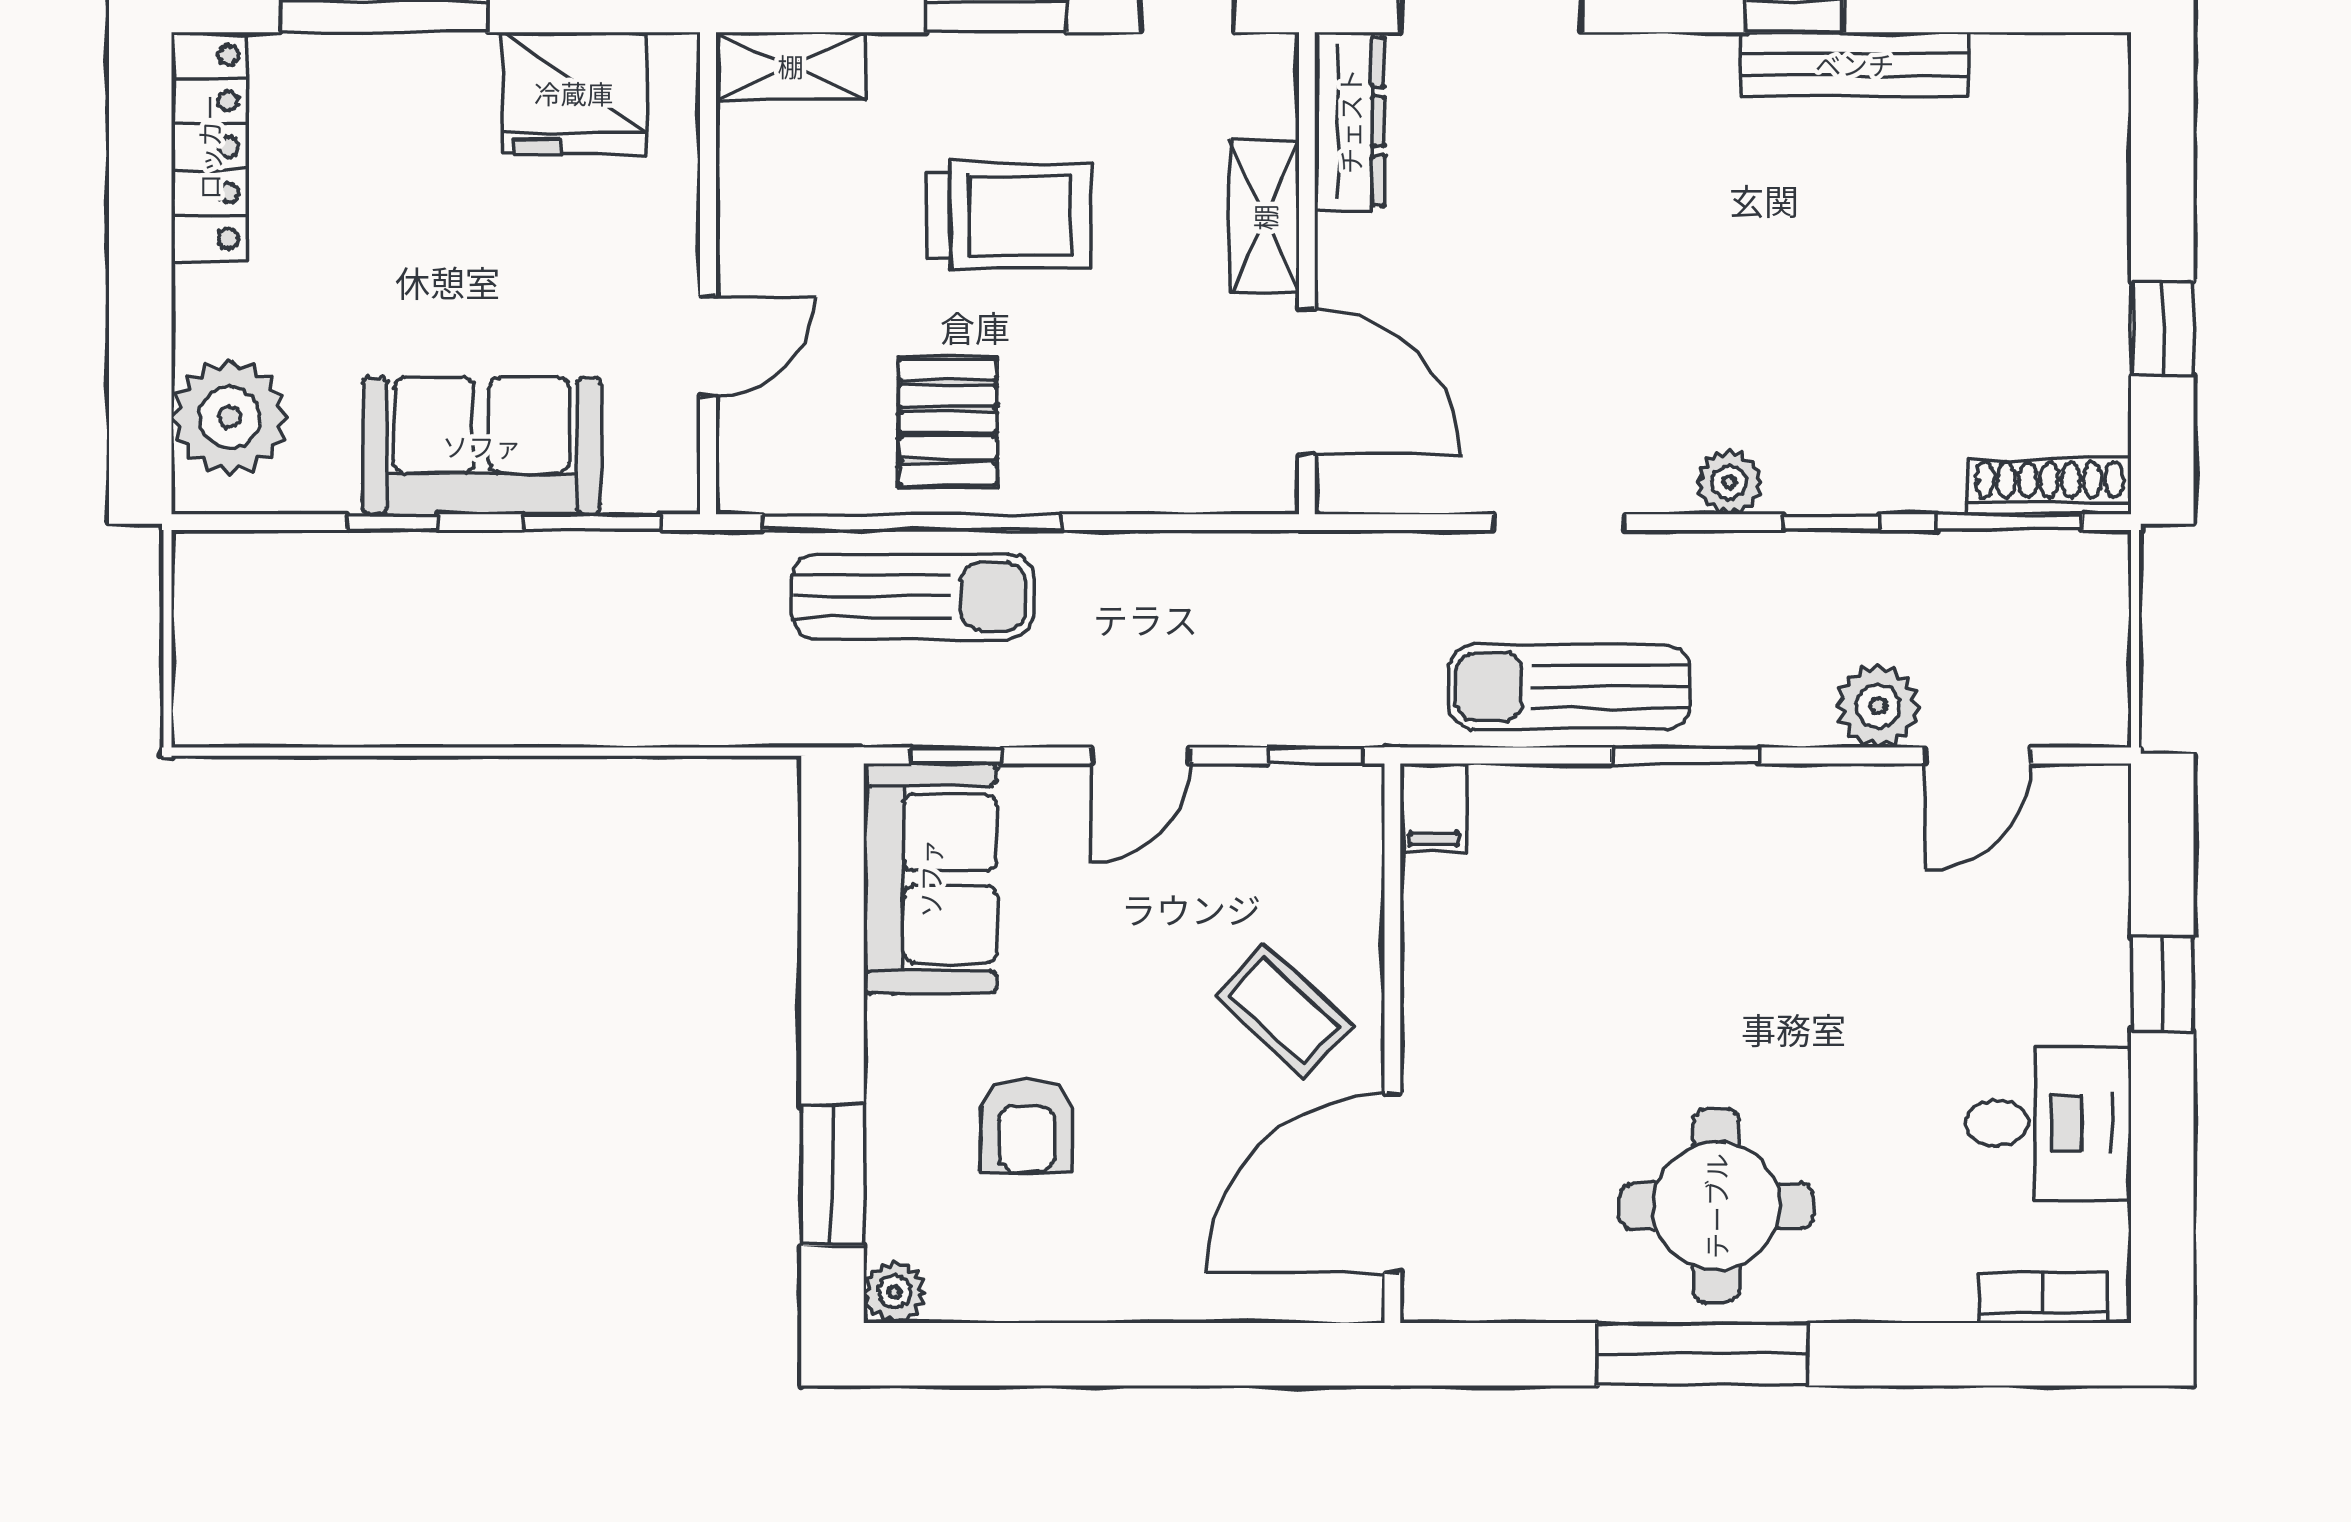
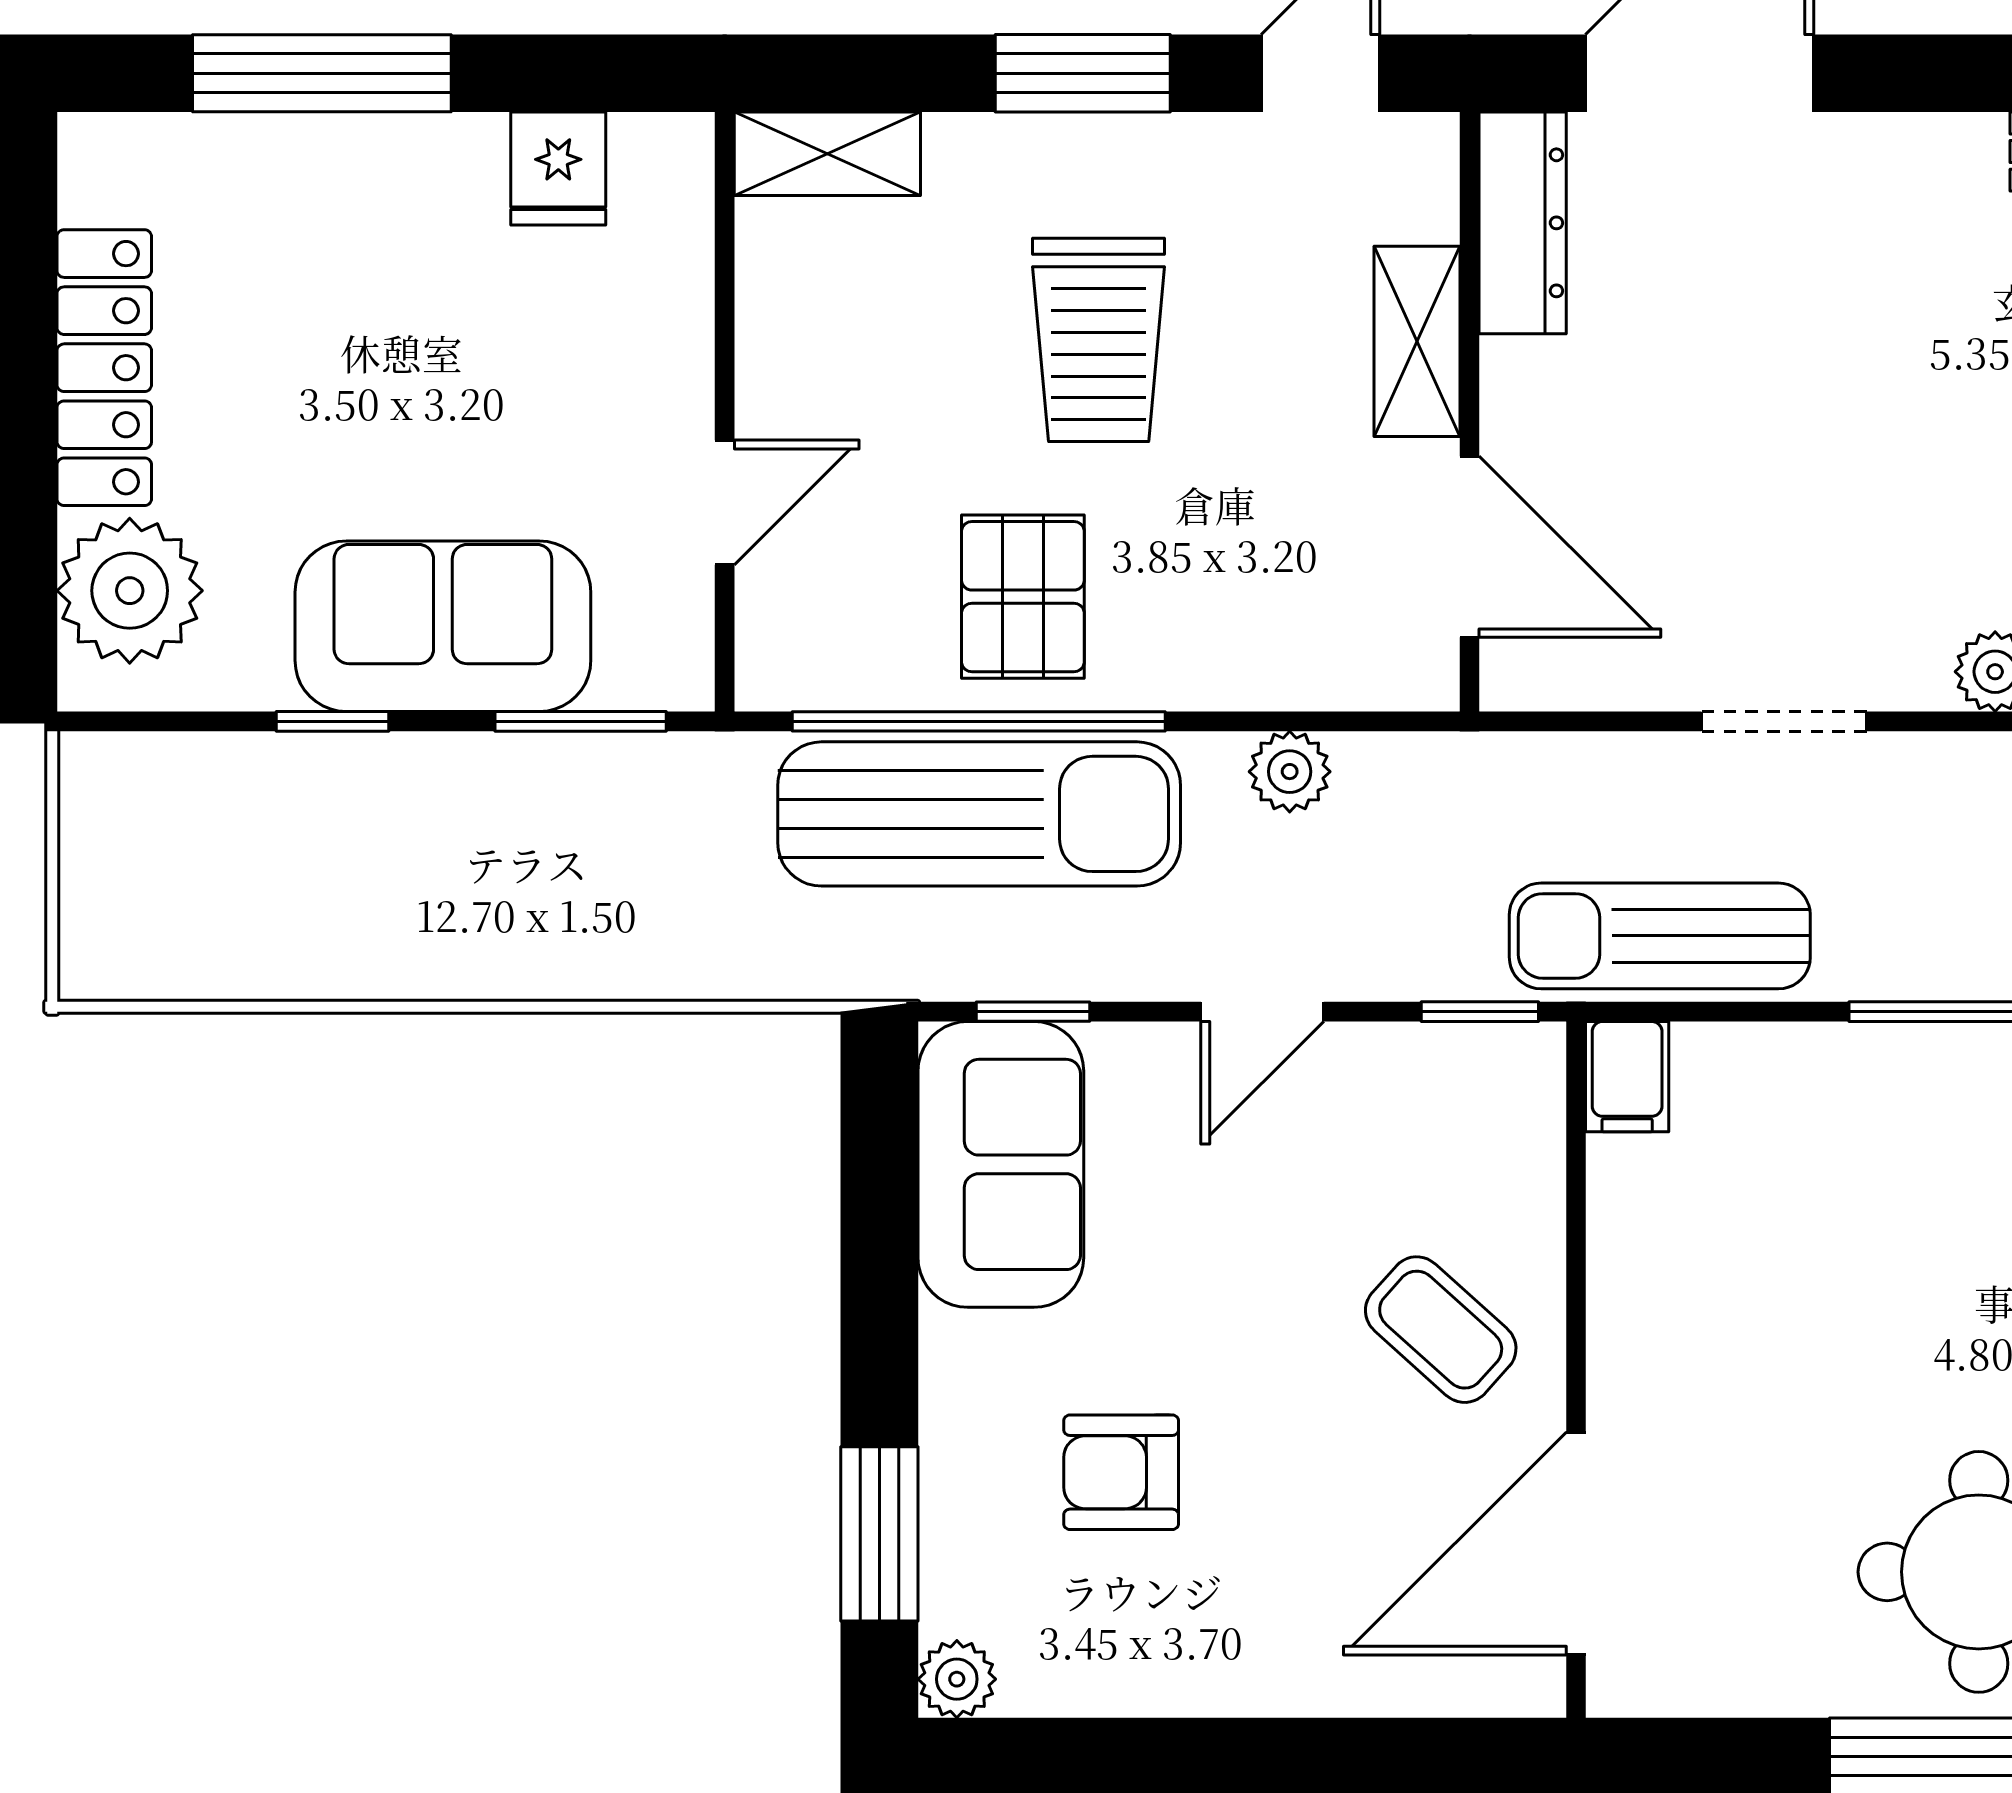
fridge: (574, 93) -> (558, 169), width x0.53, depth x0.75
locker: (209, 147) -> (104, 368), moved
trolley: (1009, 216) -> (1099, 340), turned 90
plant: (1162, 562) -> (1290, 772), added
sun lounger: (913, 597) -> (979, 814), width x1.36, depth x1.34
sun lounger: (1570, 687) -> (1660, 936), moved
armchair: (1027, 1126) -> (1121, 1472), turned 90

